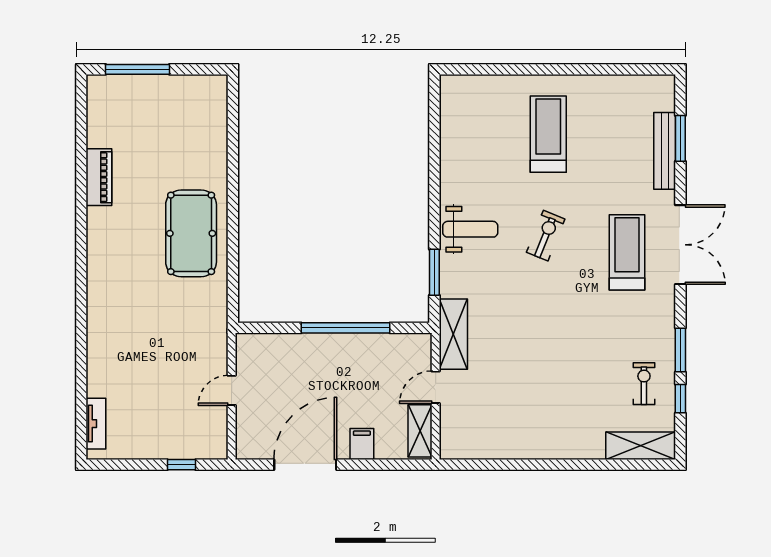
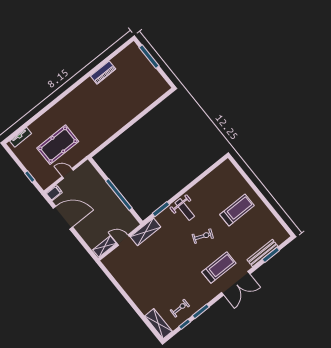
pool table: (191, 233) -> (58, 145), moved
filing cabinet: (362, 444) -> (54, 193), moved

